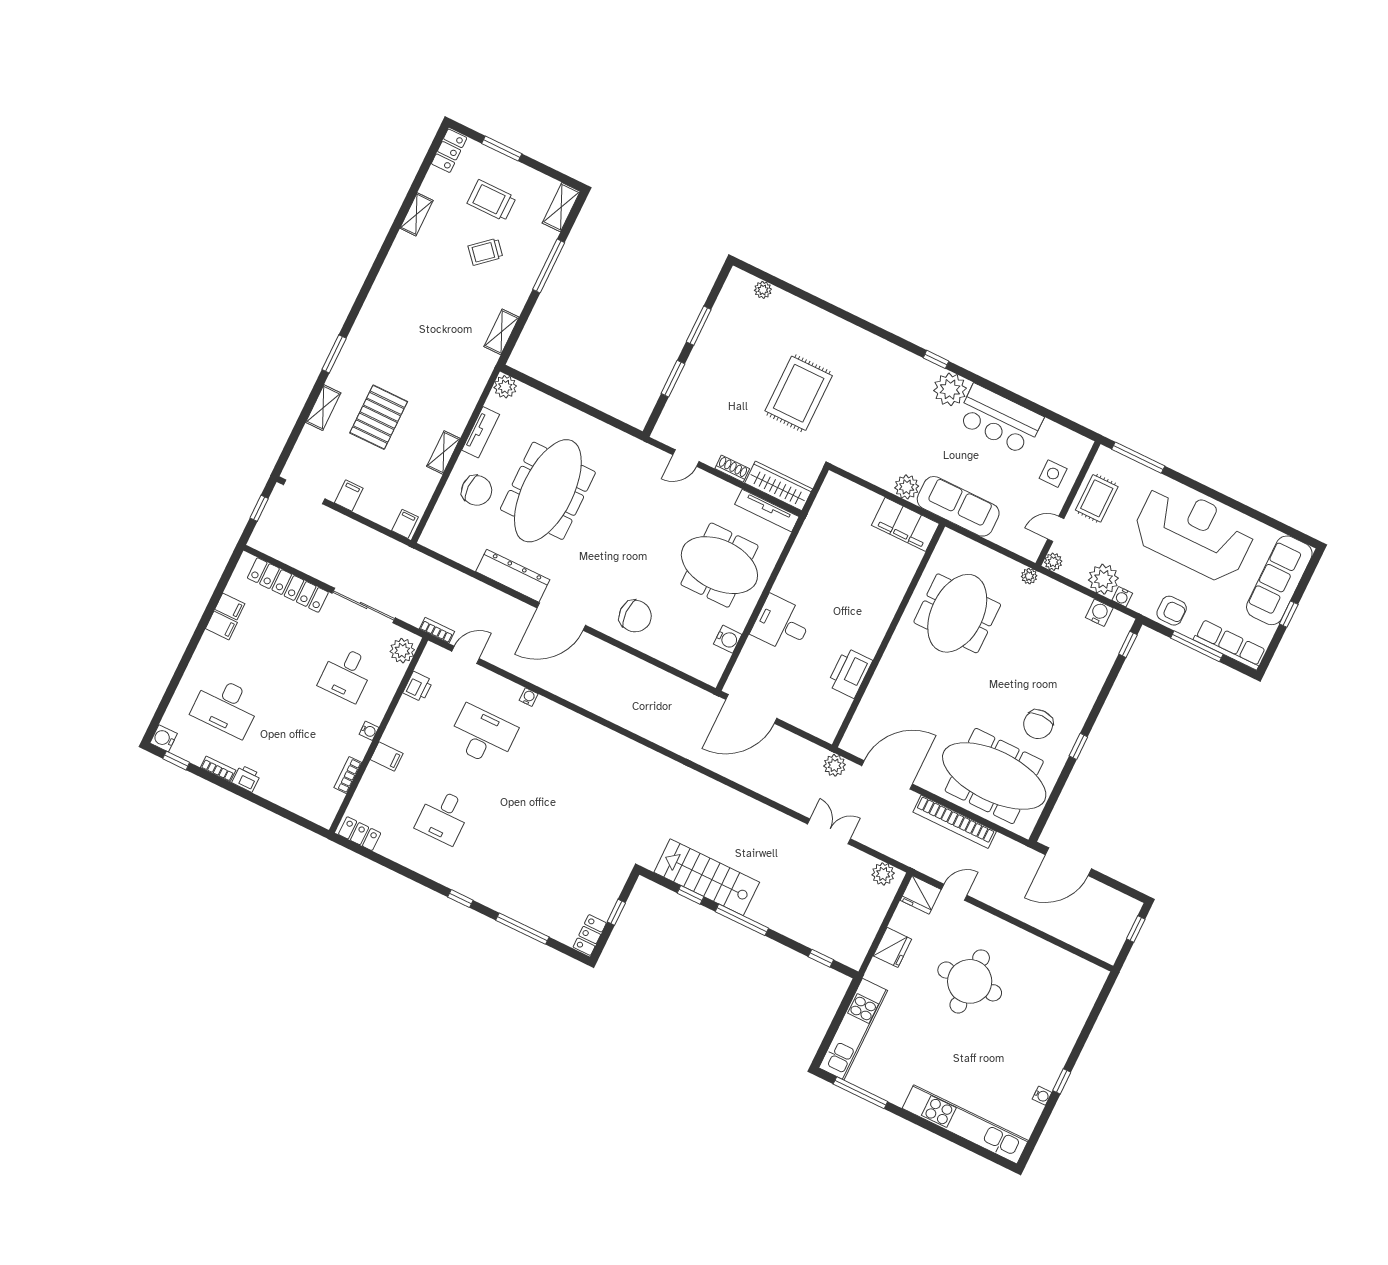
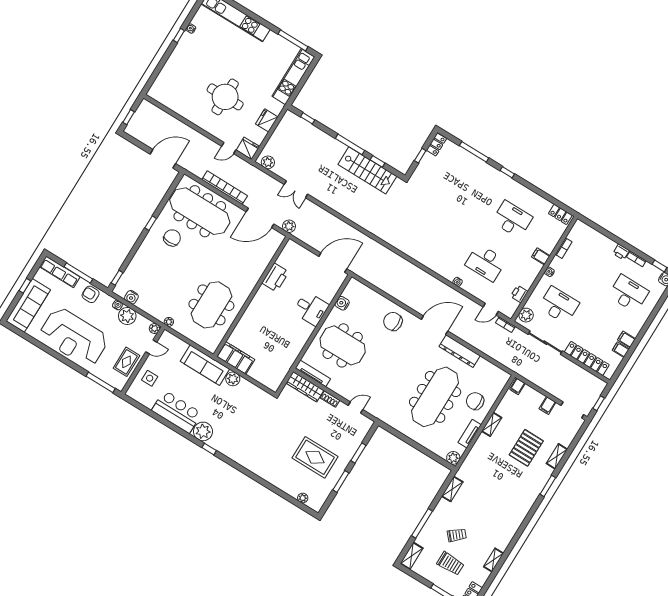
rug: (799, 393) -> (315, 457), moved, turned 90
desk: (346, 674) -> (559, 305), width x1.37
desk: (443, 817) -> (512, 219), width x1.37

